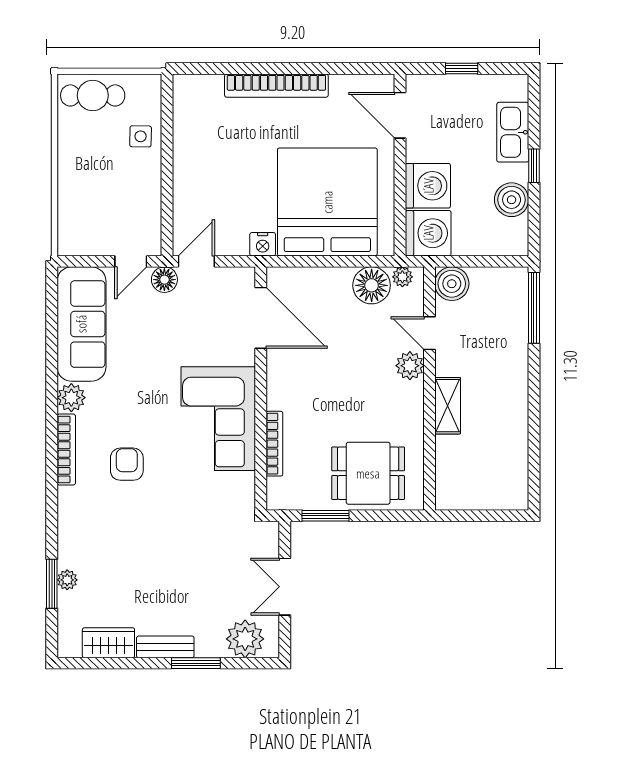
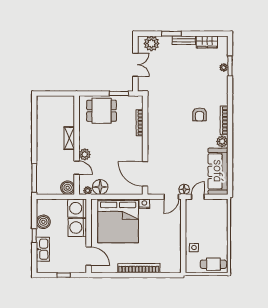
corner sofa: (218, 419) -> (162, 133), removed

